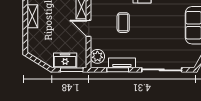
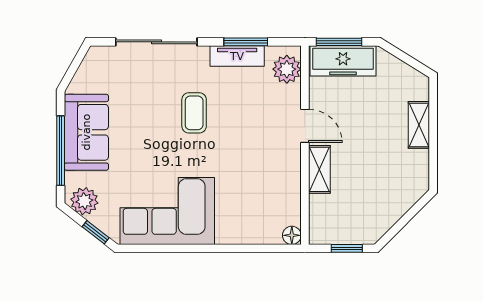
shelving: (32, 16) -> (419, 125), moved
coffee table: (123, 23) -> (194, 113), moved
freezer: (65, 60) -> (343, 61), width x1.40

